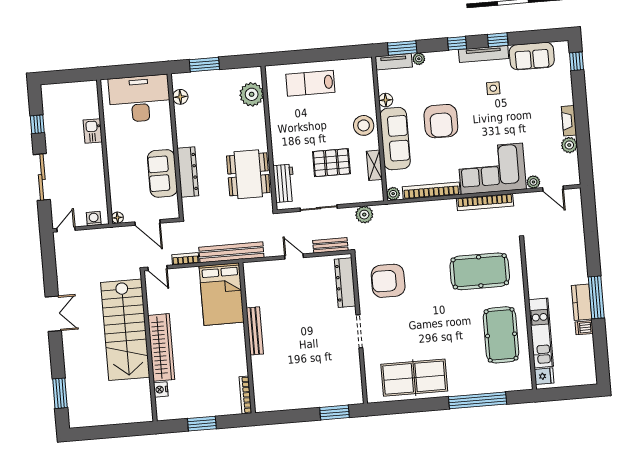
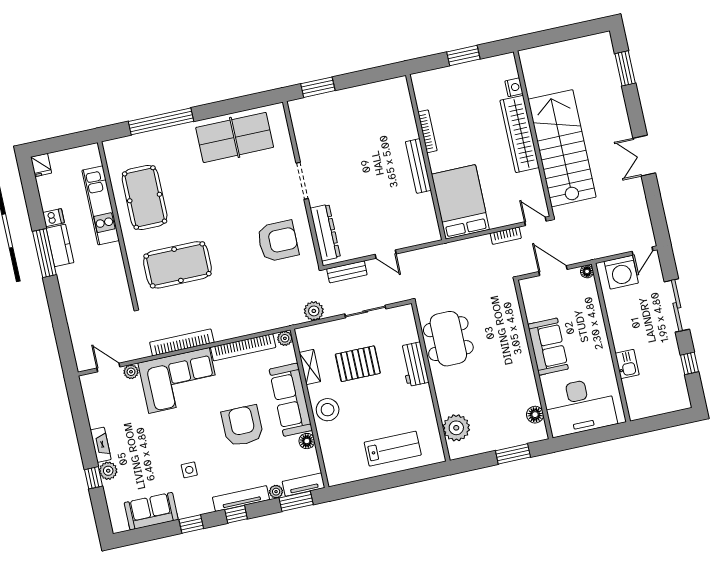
tv unit: (484, 54) -> (241, 498), moved
window: (576, 61) -> (93, 478), moved
plant: (569, 145) -> (108, 471), moved
dresser: (188, 172) -> (516, 332), removed
sofa: (162, 173) -> (548, 347), moved
workbench: (284, 183) -> (414, 364), moved
washing machine: (94, 219) -> (621, 272), width x1.89, depth x1.89
bench: (231, 252) -> (456, 250), removed
fridge: (544, 376) -> (41, 165), moved, turned -90
bookcase: (245, 395) -> (427, 131), moved

